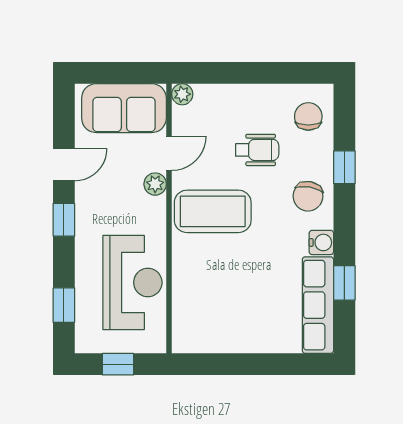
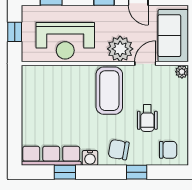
door: (169, 153) -> (145, 64), swing flipped
plant: (155, 184) -> (120, 49), width x1.88, depth x1.88

